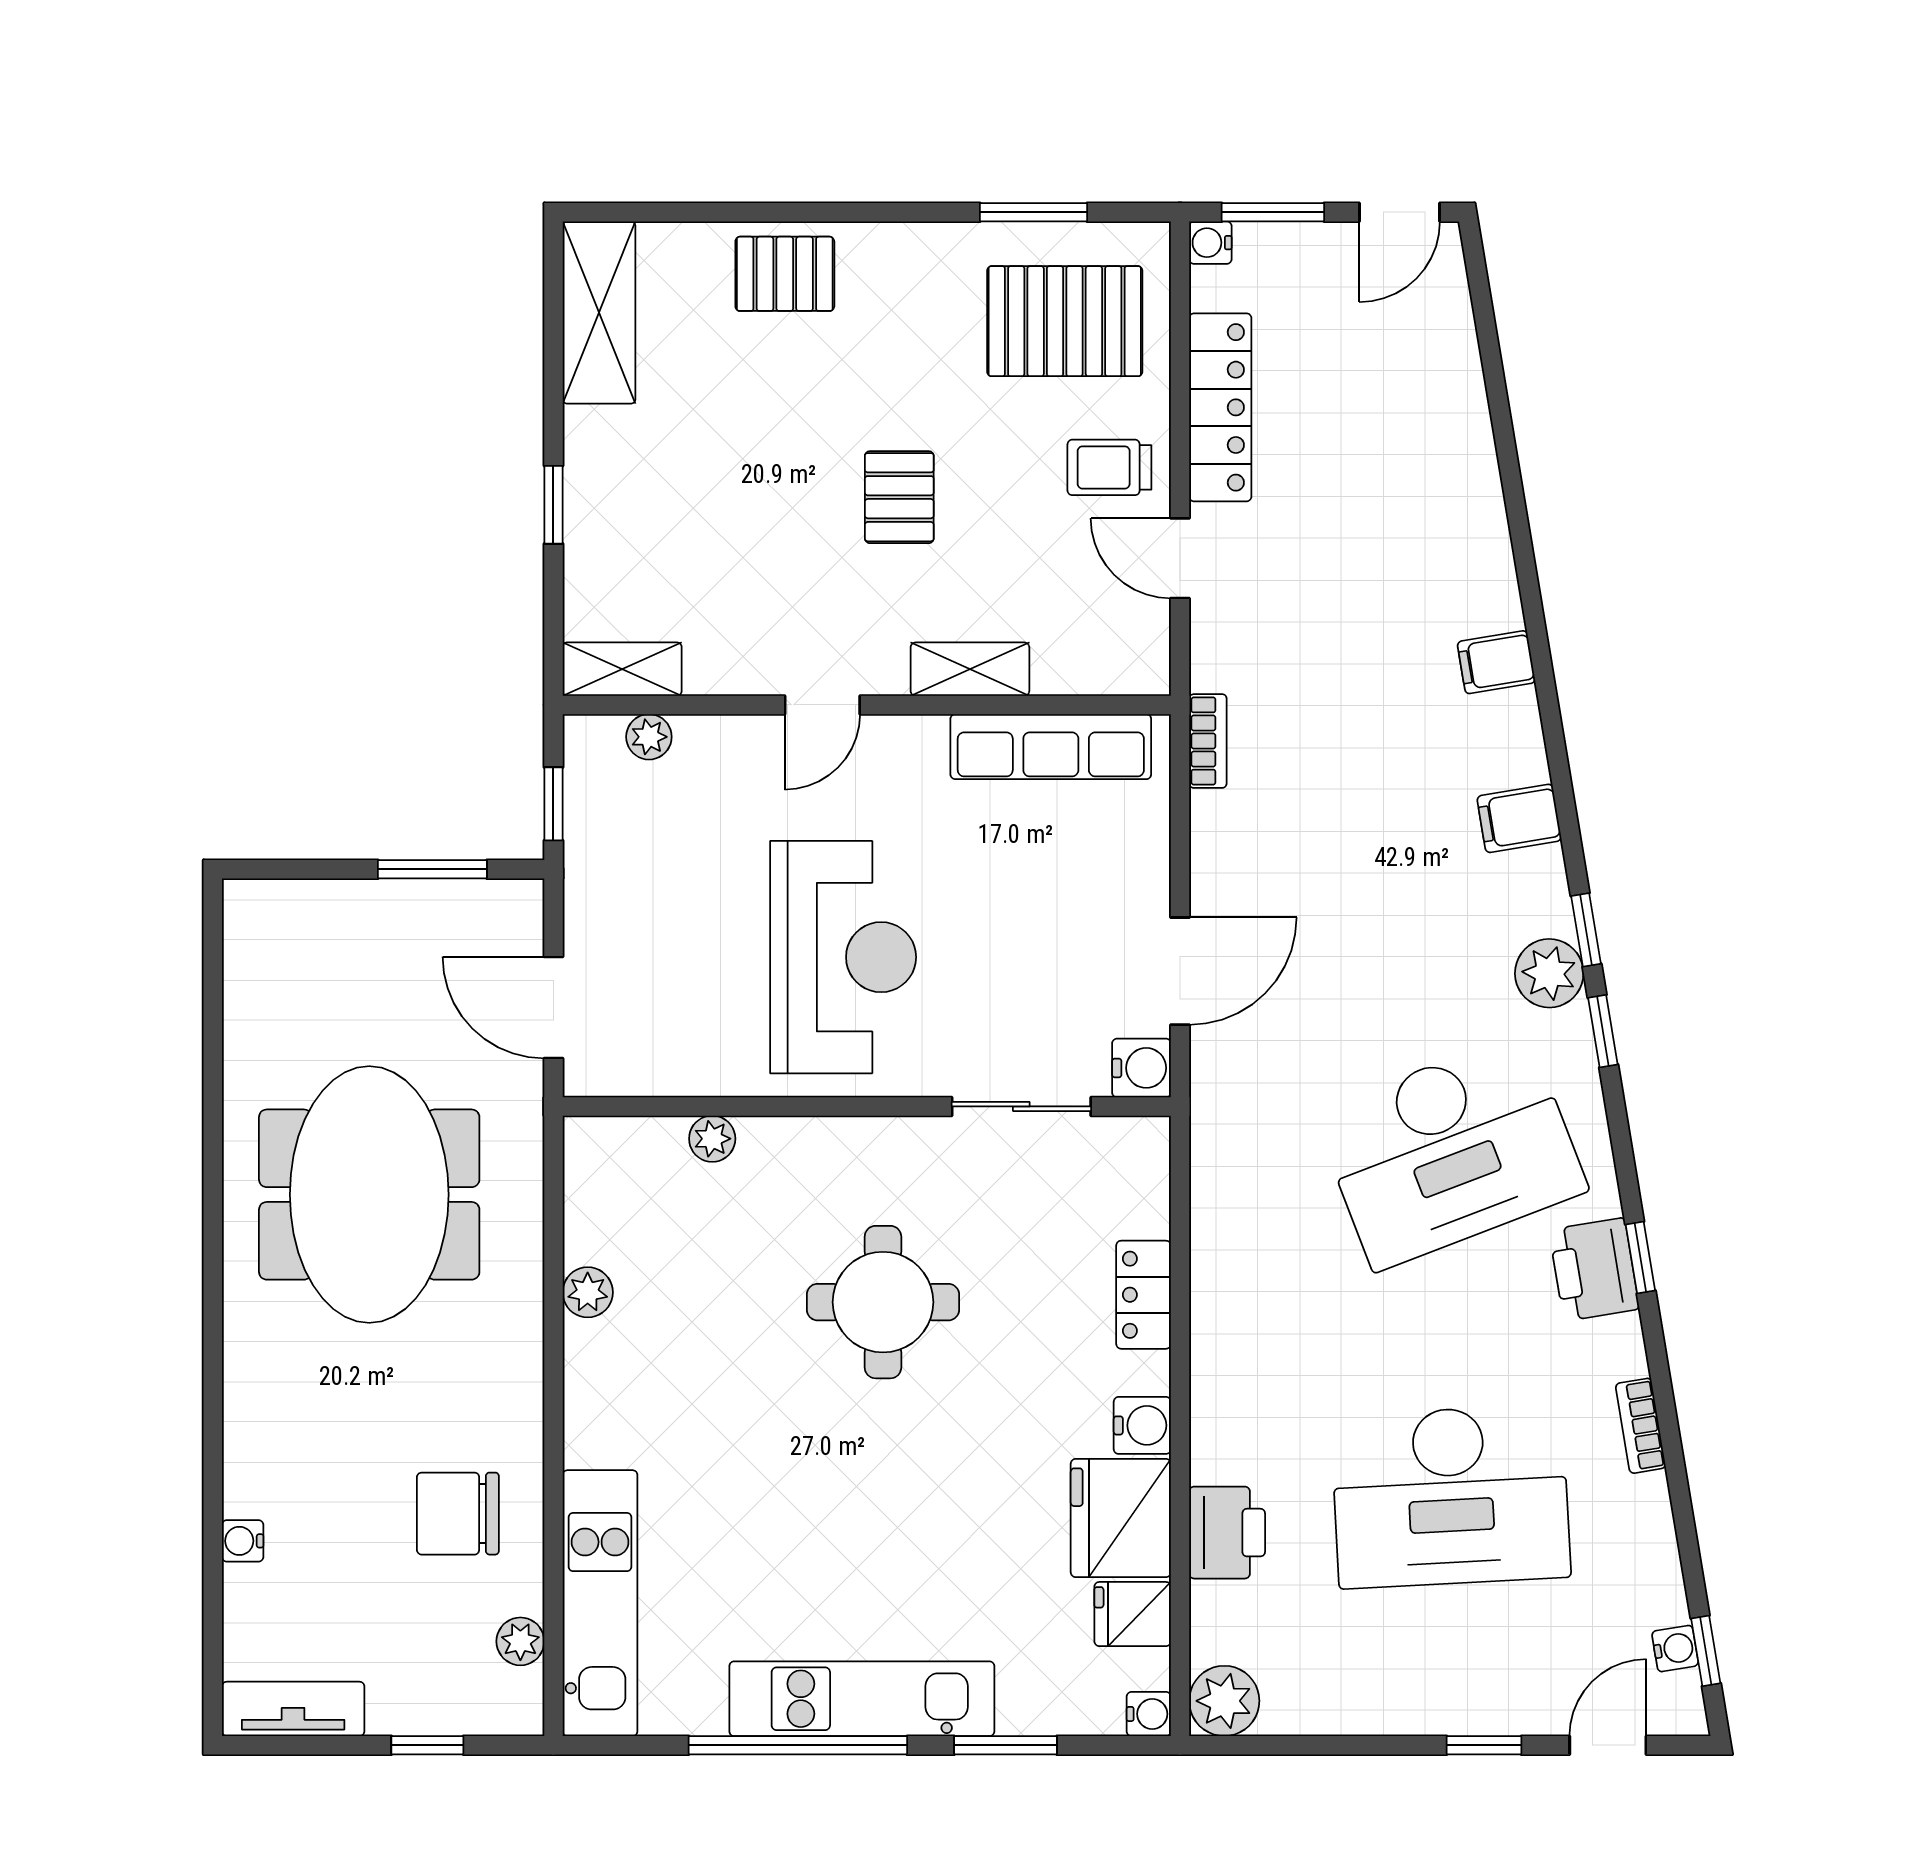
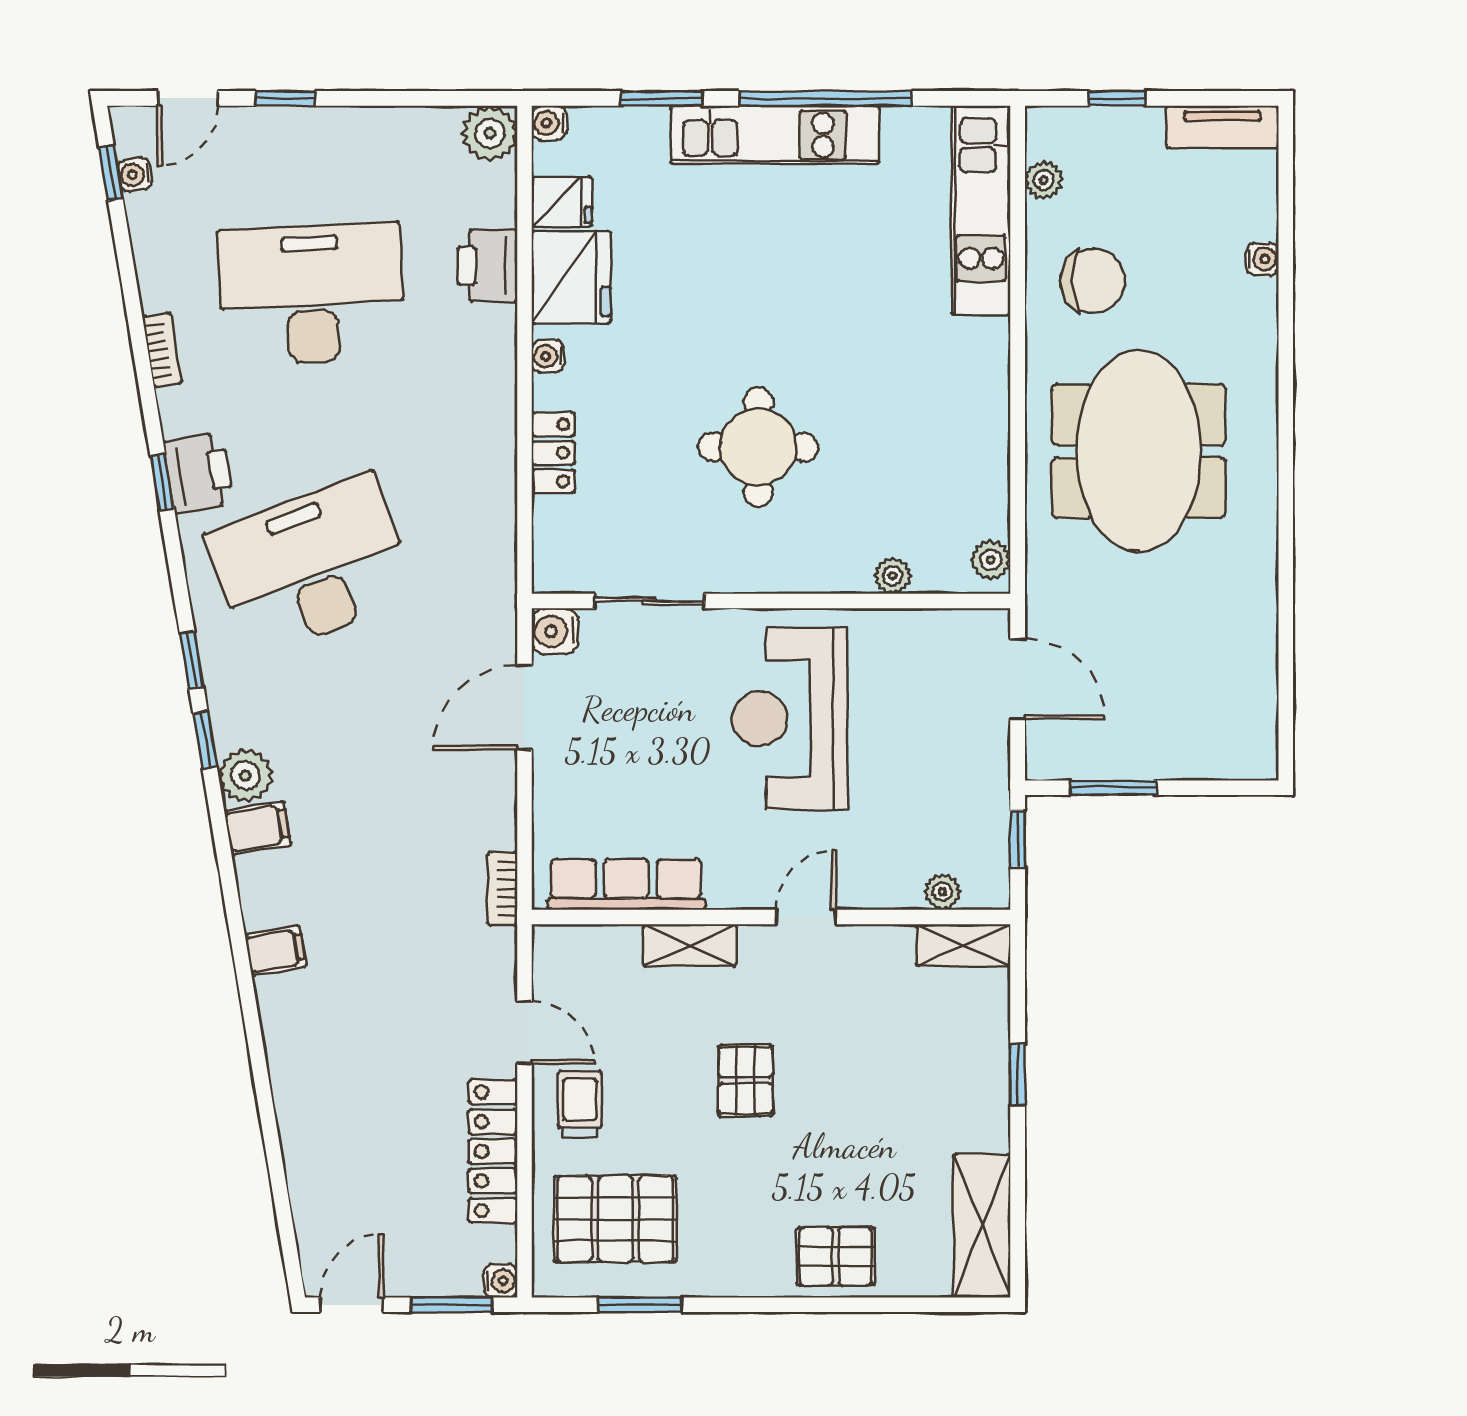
trolley: (1109, 467) -> (580, 1104), turned -90
plant: (1549, 973) -> (246, 776), moved
meeting table: (369, 1195) -> (1139, 451), moved
plant: (588, 1292) -> (991, 560), moved
water cooler: (1142, 1425) -> (548, 356), width x0.72, depth x0.72

